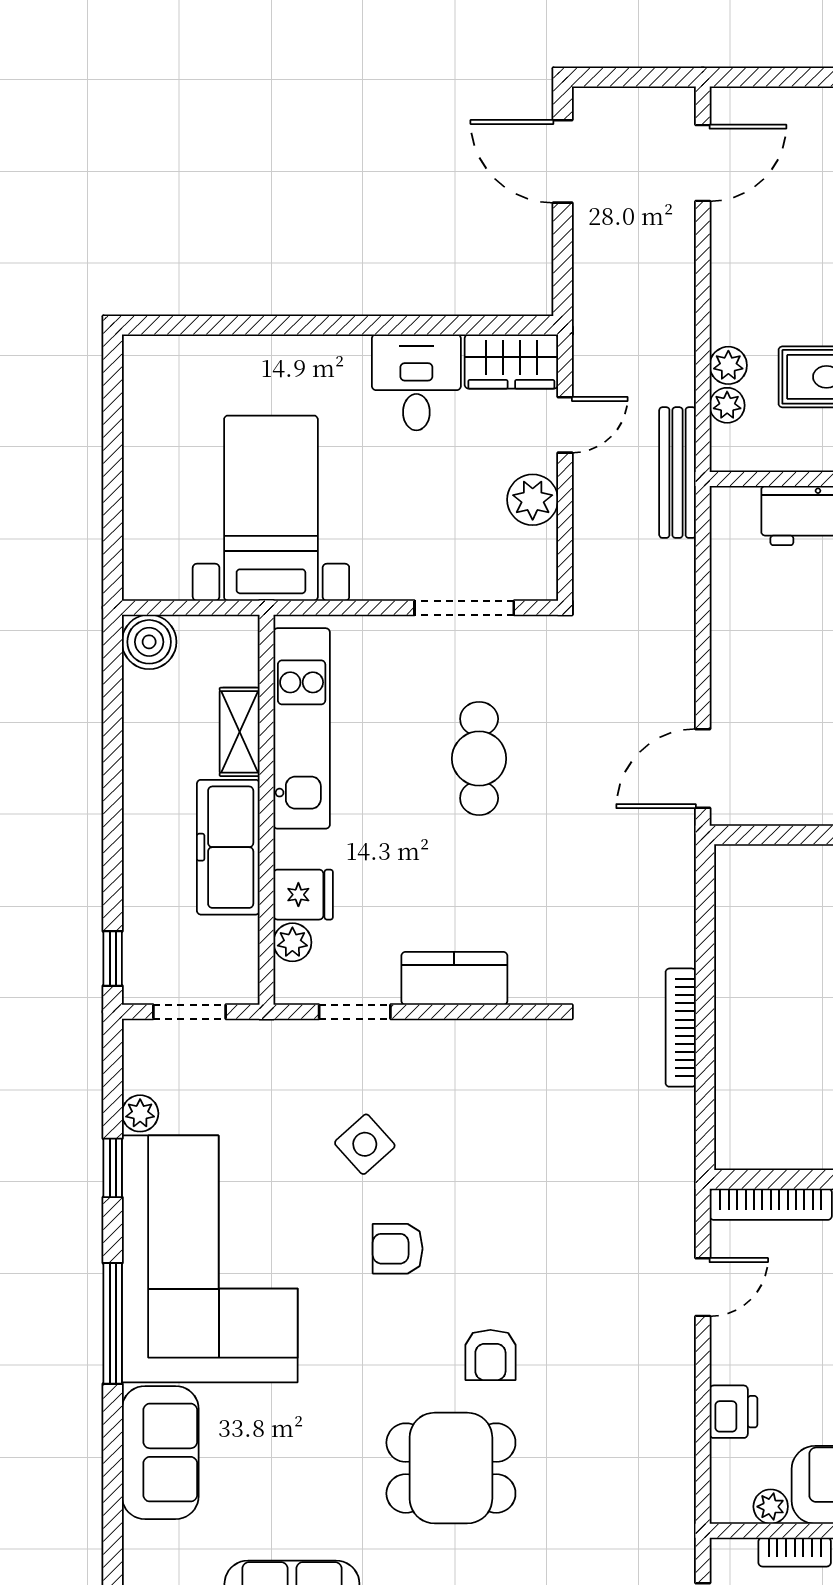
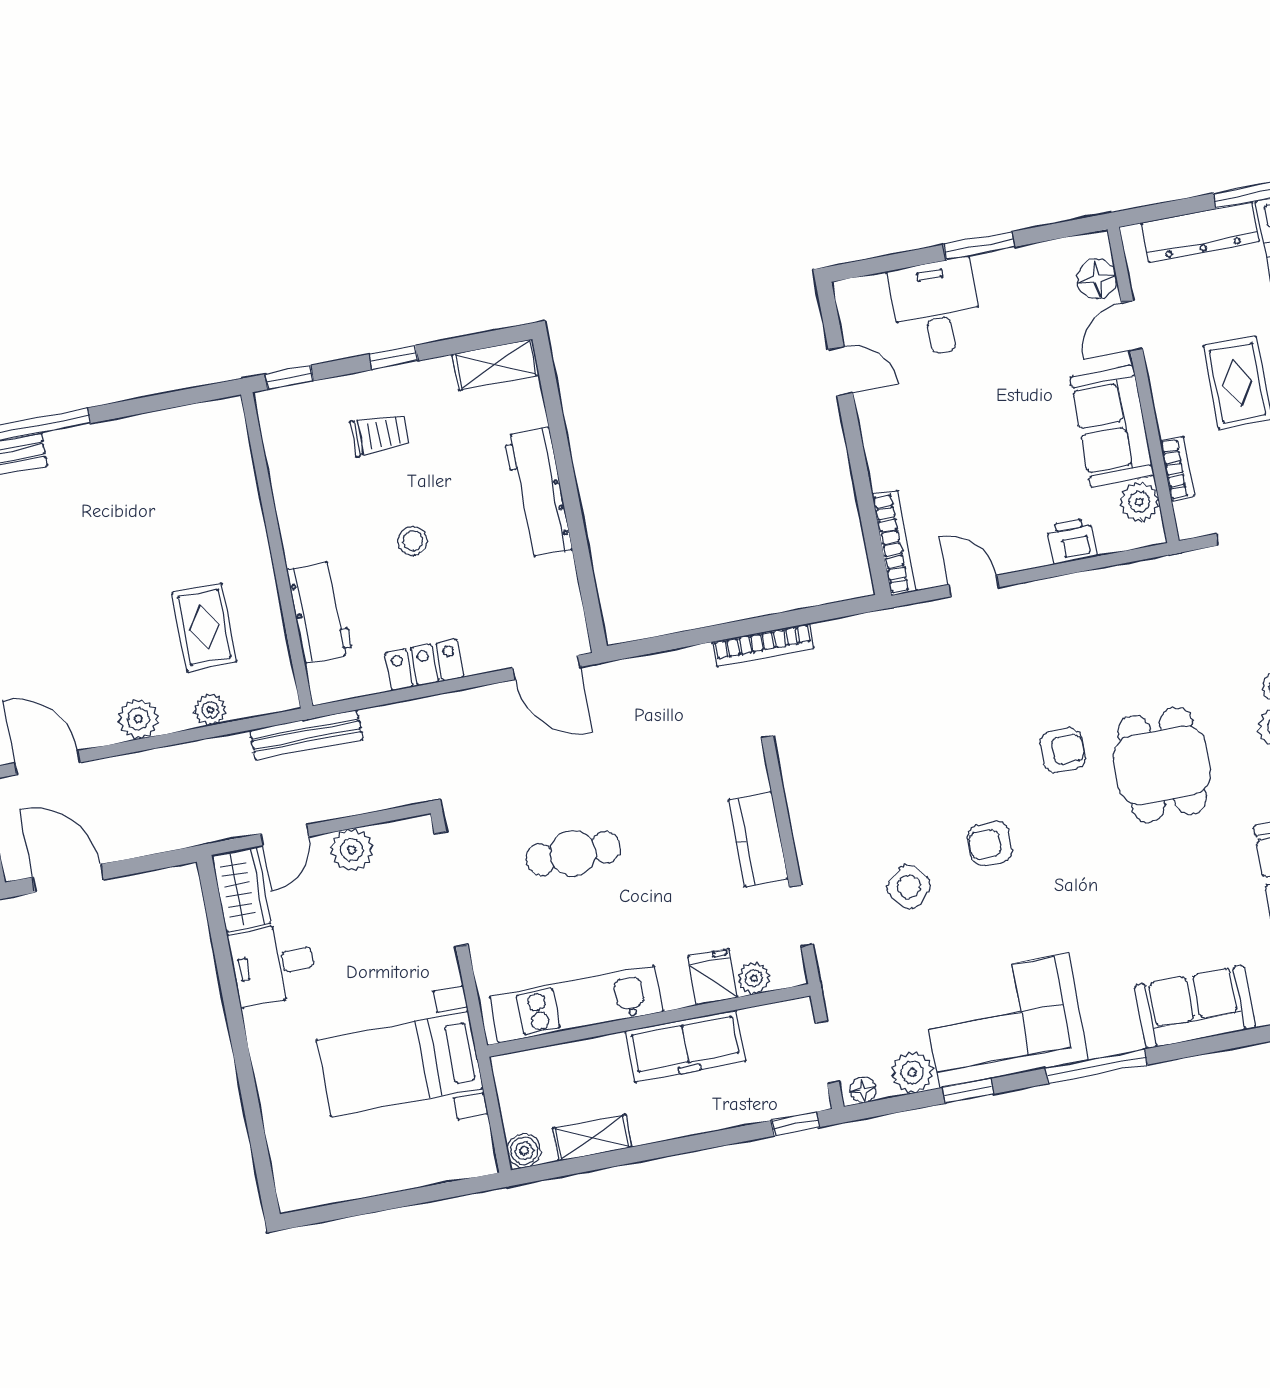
door: (563, 161) -> (68, 878), swing flipped
plant: (727, 405) -> (138, 719), moved, width x1.38, depth x1.38
door: (565, 425) -> (285, 835), swing flipped
doorway: (464, 608) -> (451, 889), width x1.36
locker: (733, 626) -> (424, 665), added
boiler: (149, 642) -> (524, 1151), width x0.73, depth x0.73
shelving: (240, 732) -> (592, 1138), moved
floor lamp: (137, 1045) -> (863, 1090), added
plant: (140, 1113) -> (912, 1072), width x1.38, depth x1.38
armchair: (398, 1249) -> (990, 843), turned 90
corner sofa: (210, 1259) -> (1004, 1021), width x0.73, depth x0.74
plant: (771, 1507) -> (1139, 502), width x1.38, depth x1.38

